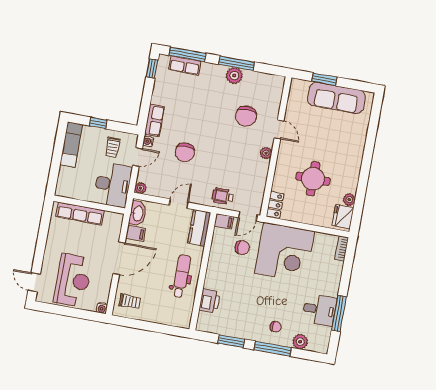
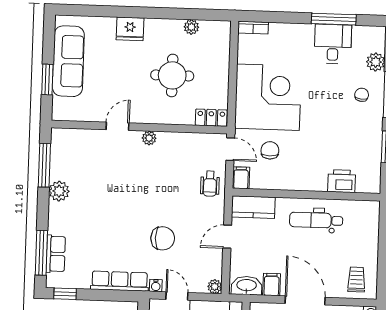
window: (237, 63) -> (44, 165), moved
chair: (246, 116) -> (107, 169), removed
row of seats: (155, 121) -> (120, 281), width x1.48
door: (179, 204) -> (227, 237), hinge flipped
fridge: (343, 217) -> (130, 29), moved

